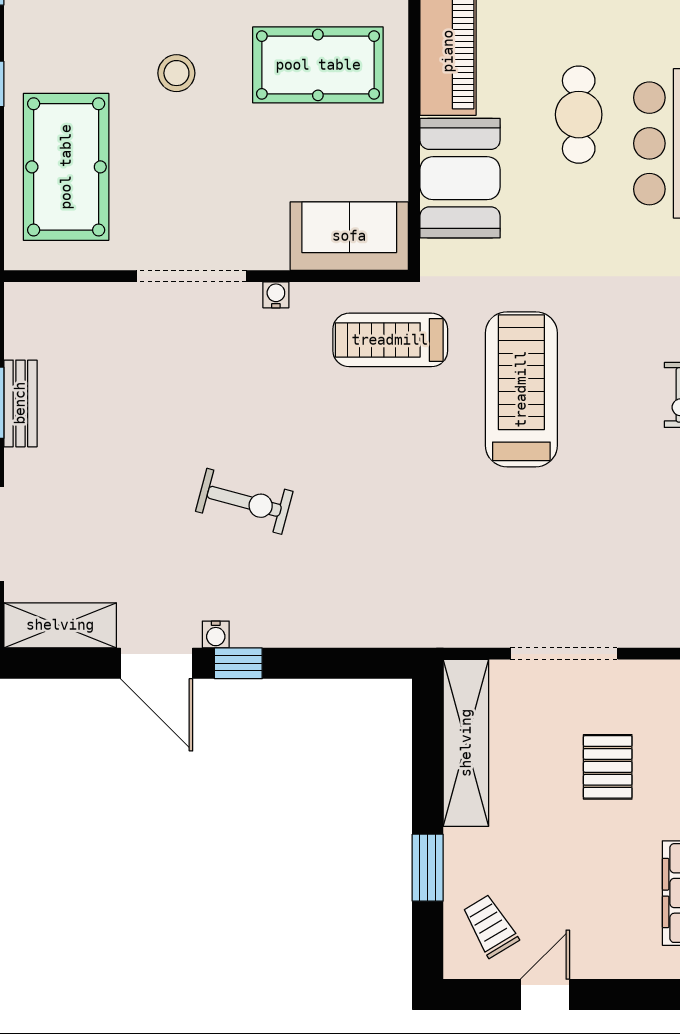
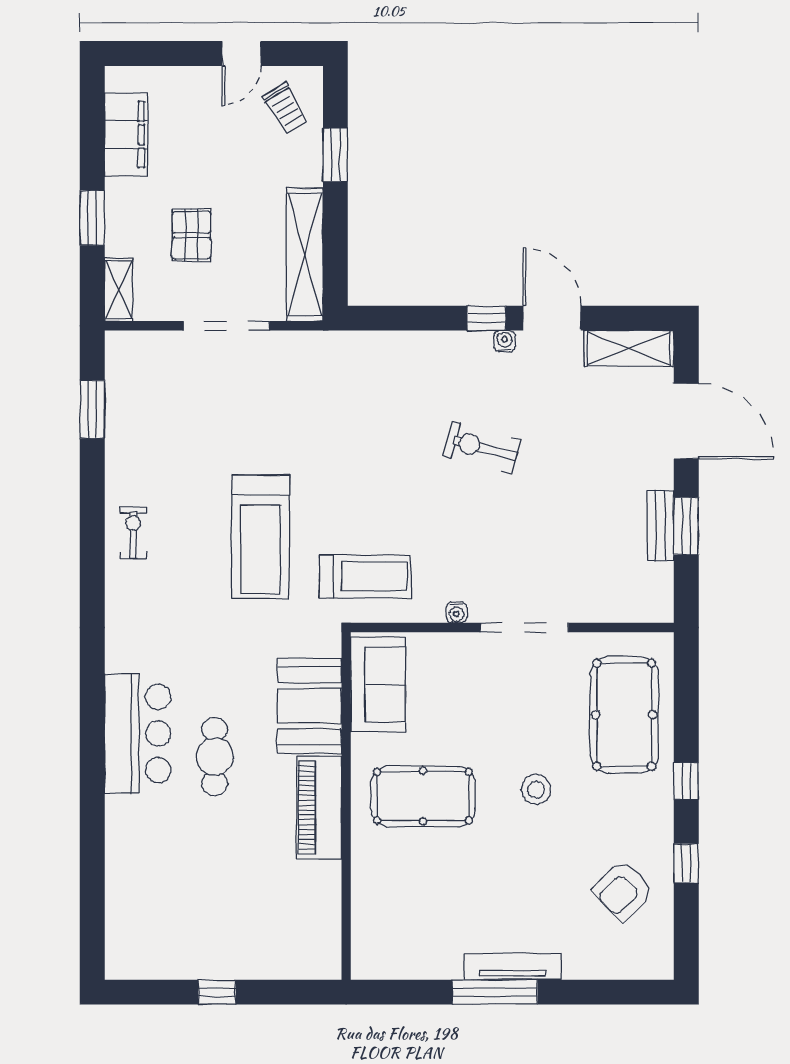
sofa: (349, 236) -> (378, 685), moved, turned -90

